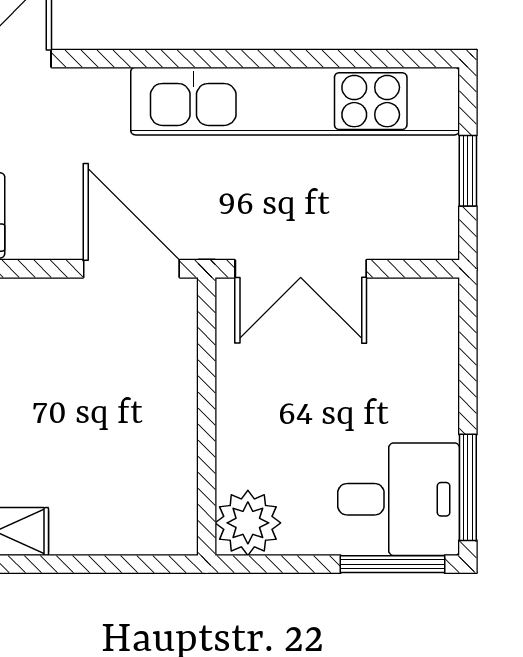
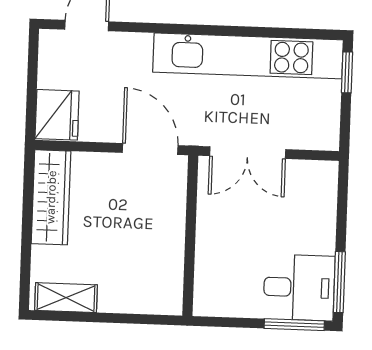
window: (468, 171) -> (347, 72), moved
plant: (248, 523) -> (212, 298), removed

